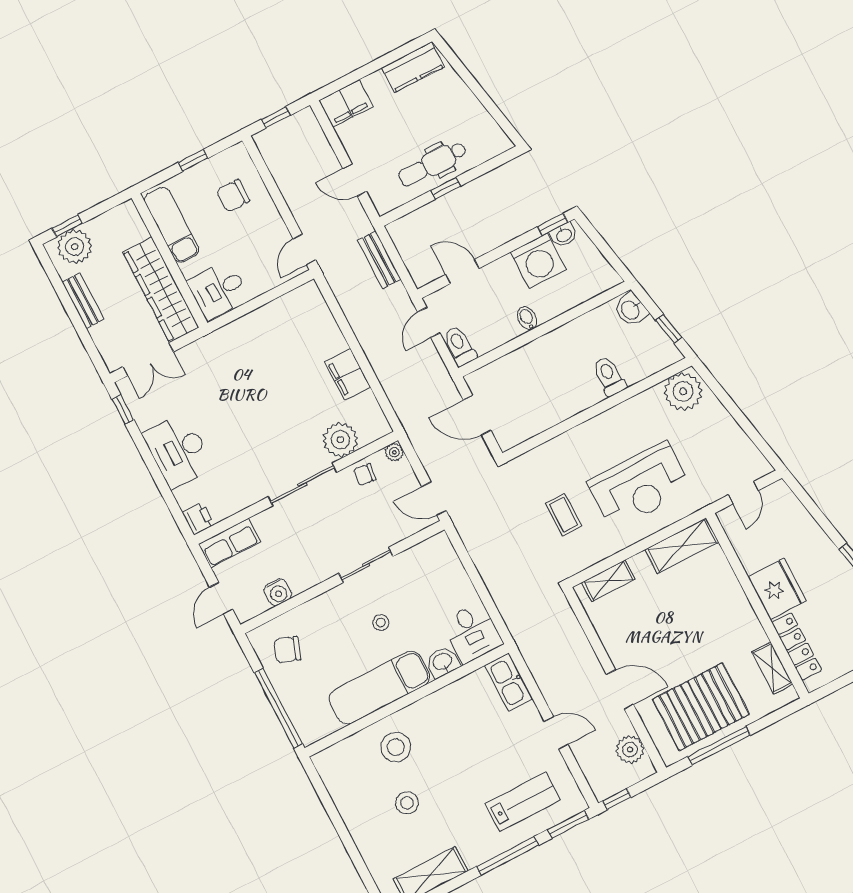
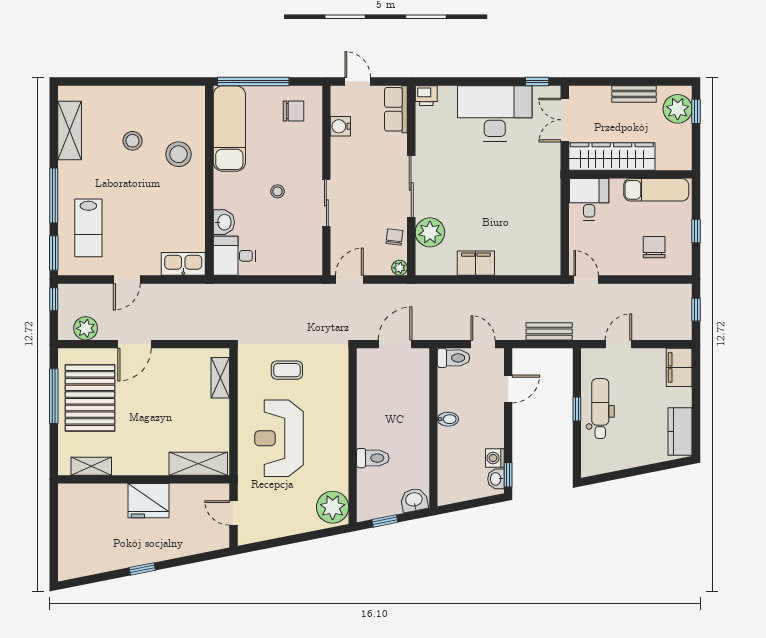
washing machine: (538, 261) -> (495, 458), width x0.53, depth x0.53
desk: (178, 451) -> (495, 113), width x1.36, depth x1.30
shelving: (682, 546) -> (198, 464), moved, turned 90
locker: (797, 646) -> (98, 493), removed
chair: (287, 650) -> (294, 111), turned 71
exam couch: (380, 688) -> (229, 128), moved

